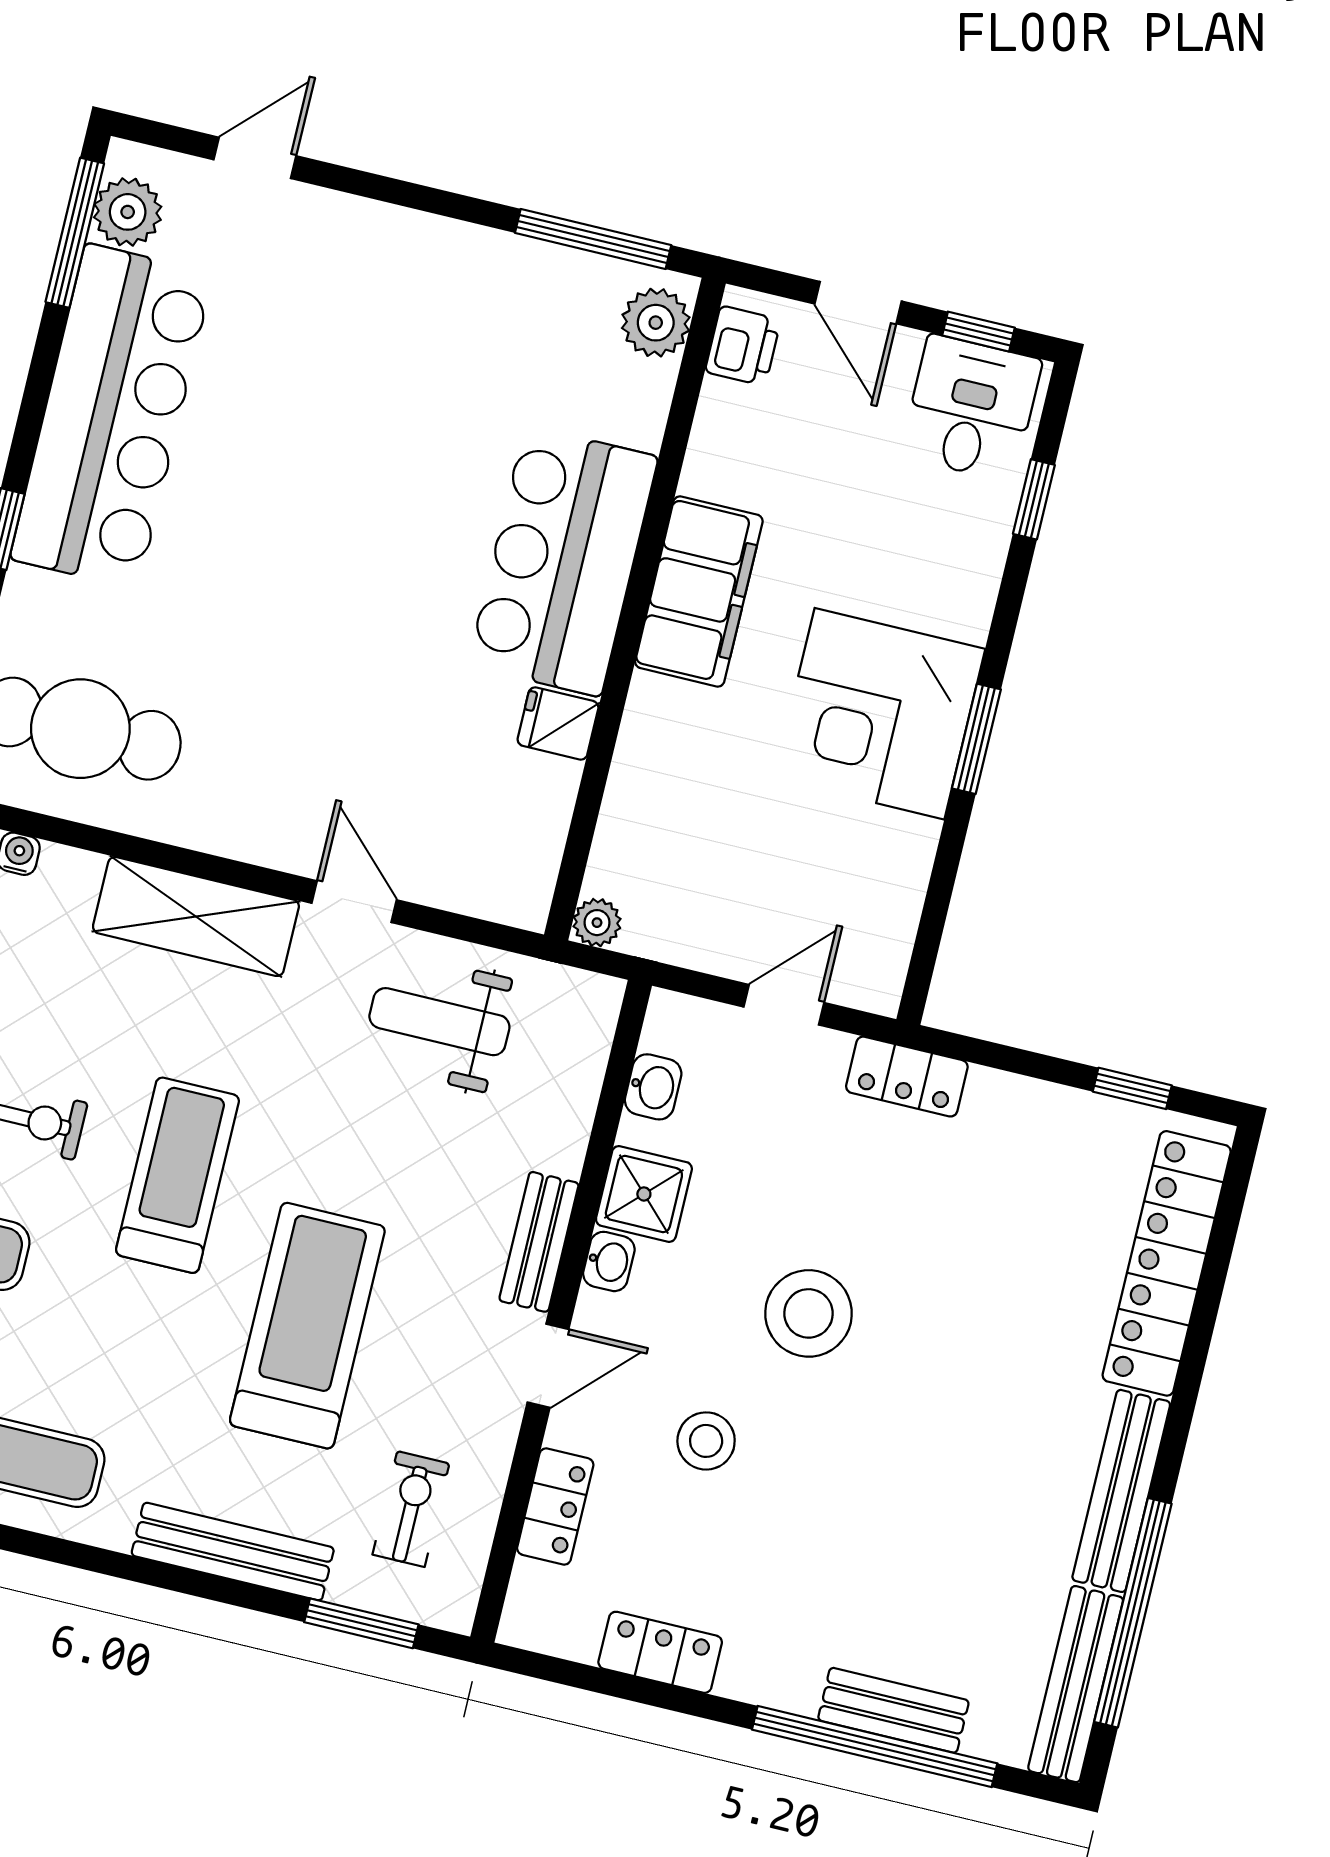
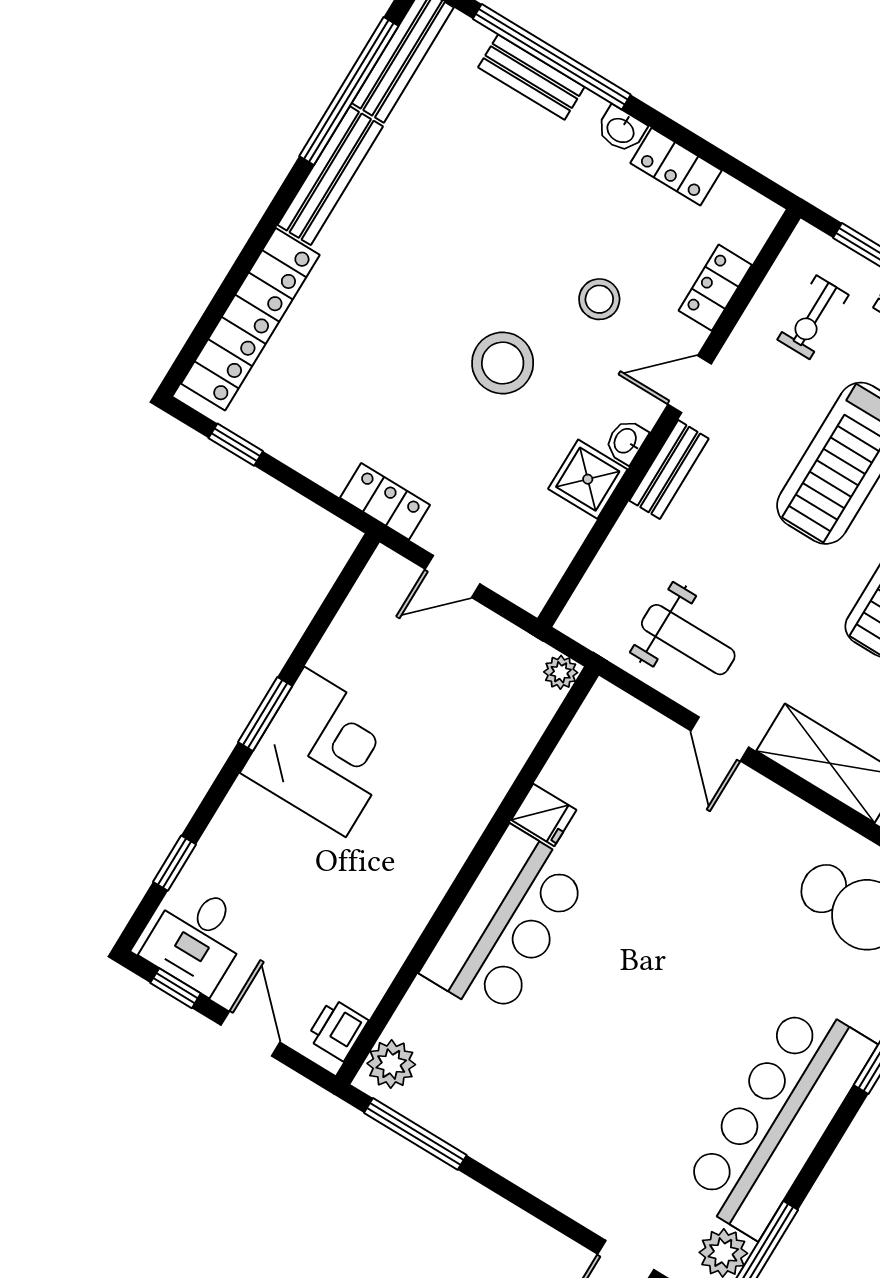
filing cabinet: (699, 591) -> (420, 873), removed
washbasin: (653, 1087) -> (621, 130), moved, turned -90

